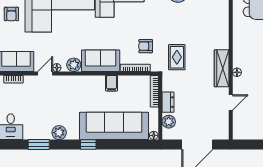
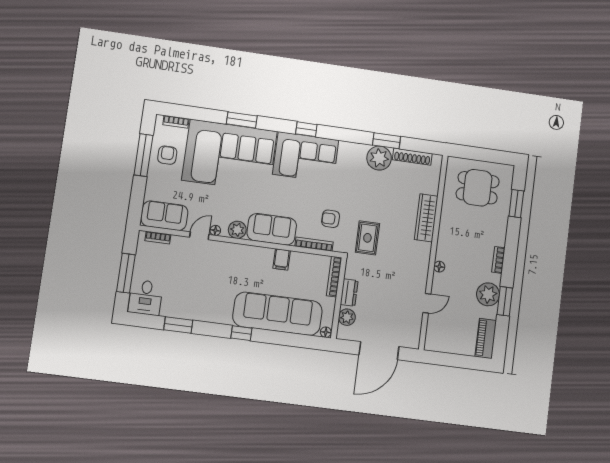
armchair: (11, 14) -> (167, 155), turned 180
wardrobe: (222, 68) -> (426, 218), moved
plant: (59, 133) -> (207, 313), removed

